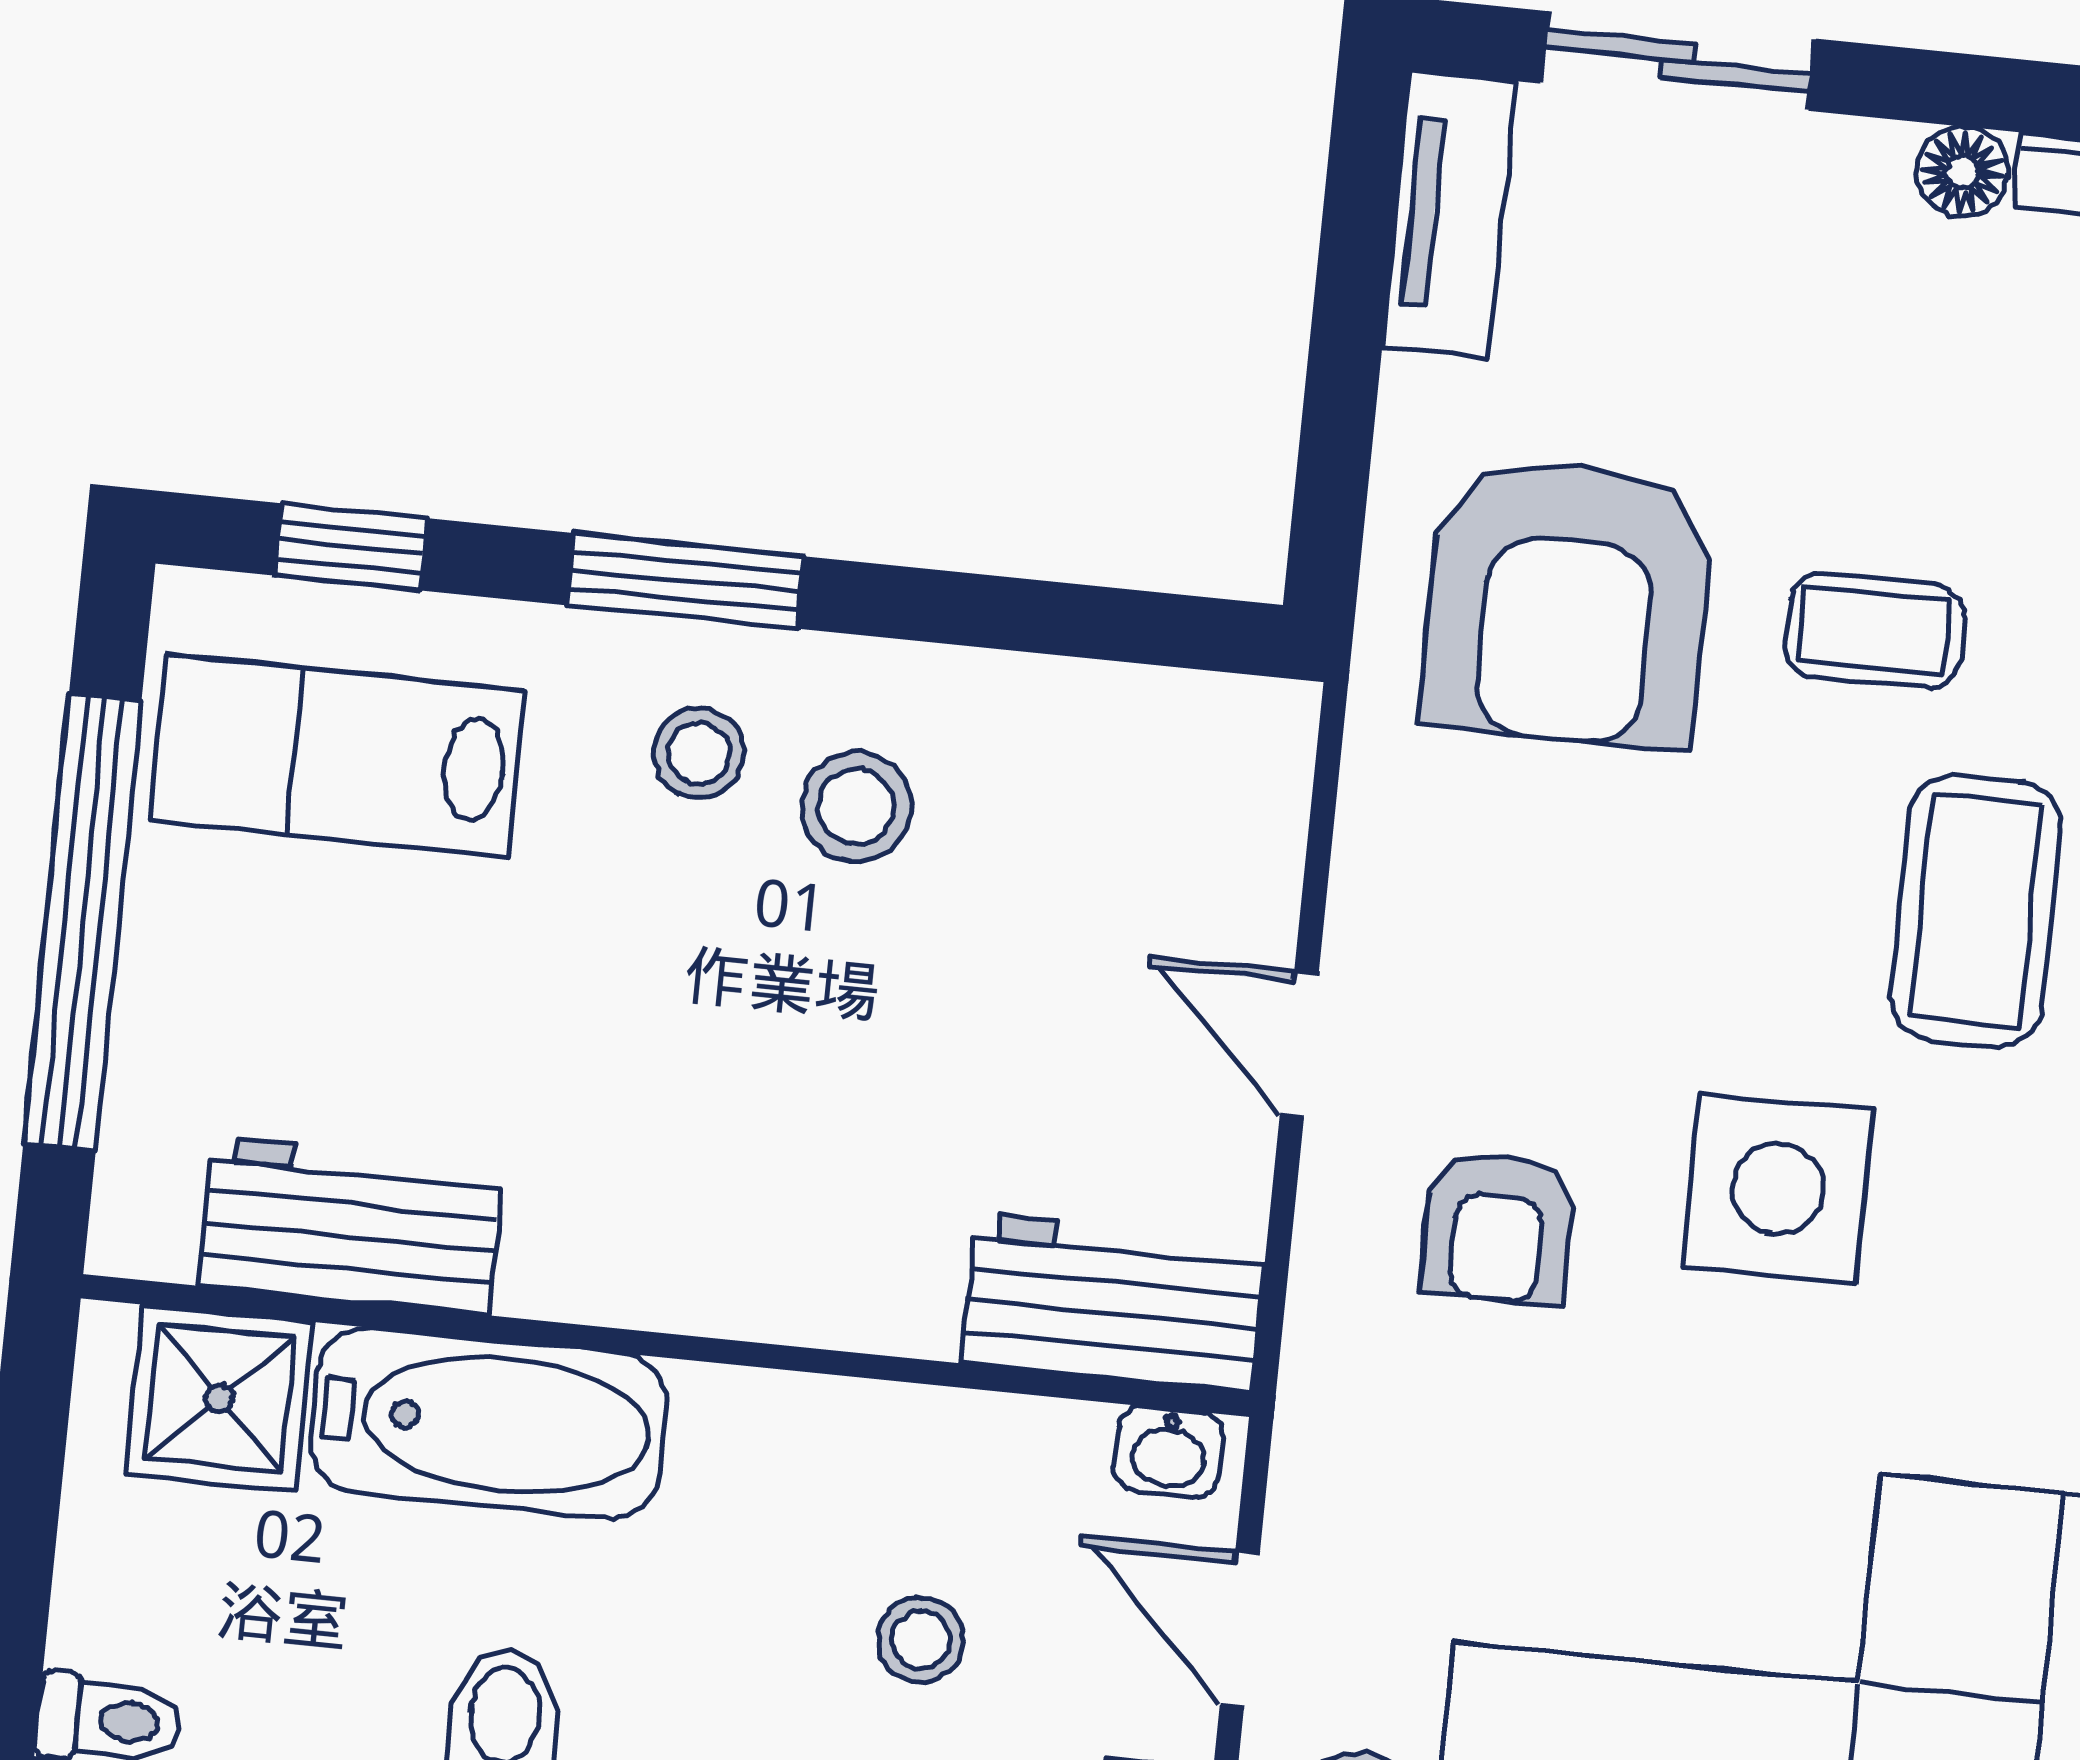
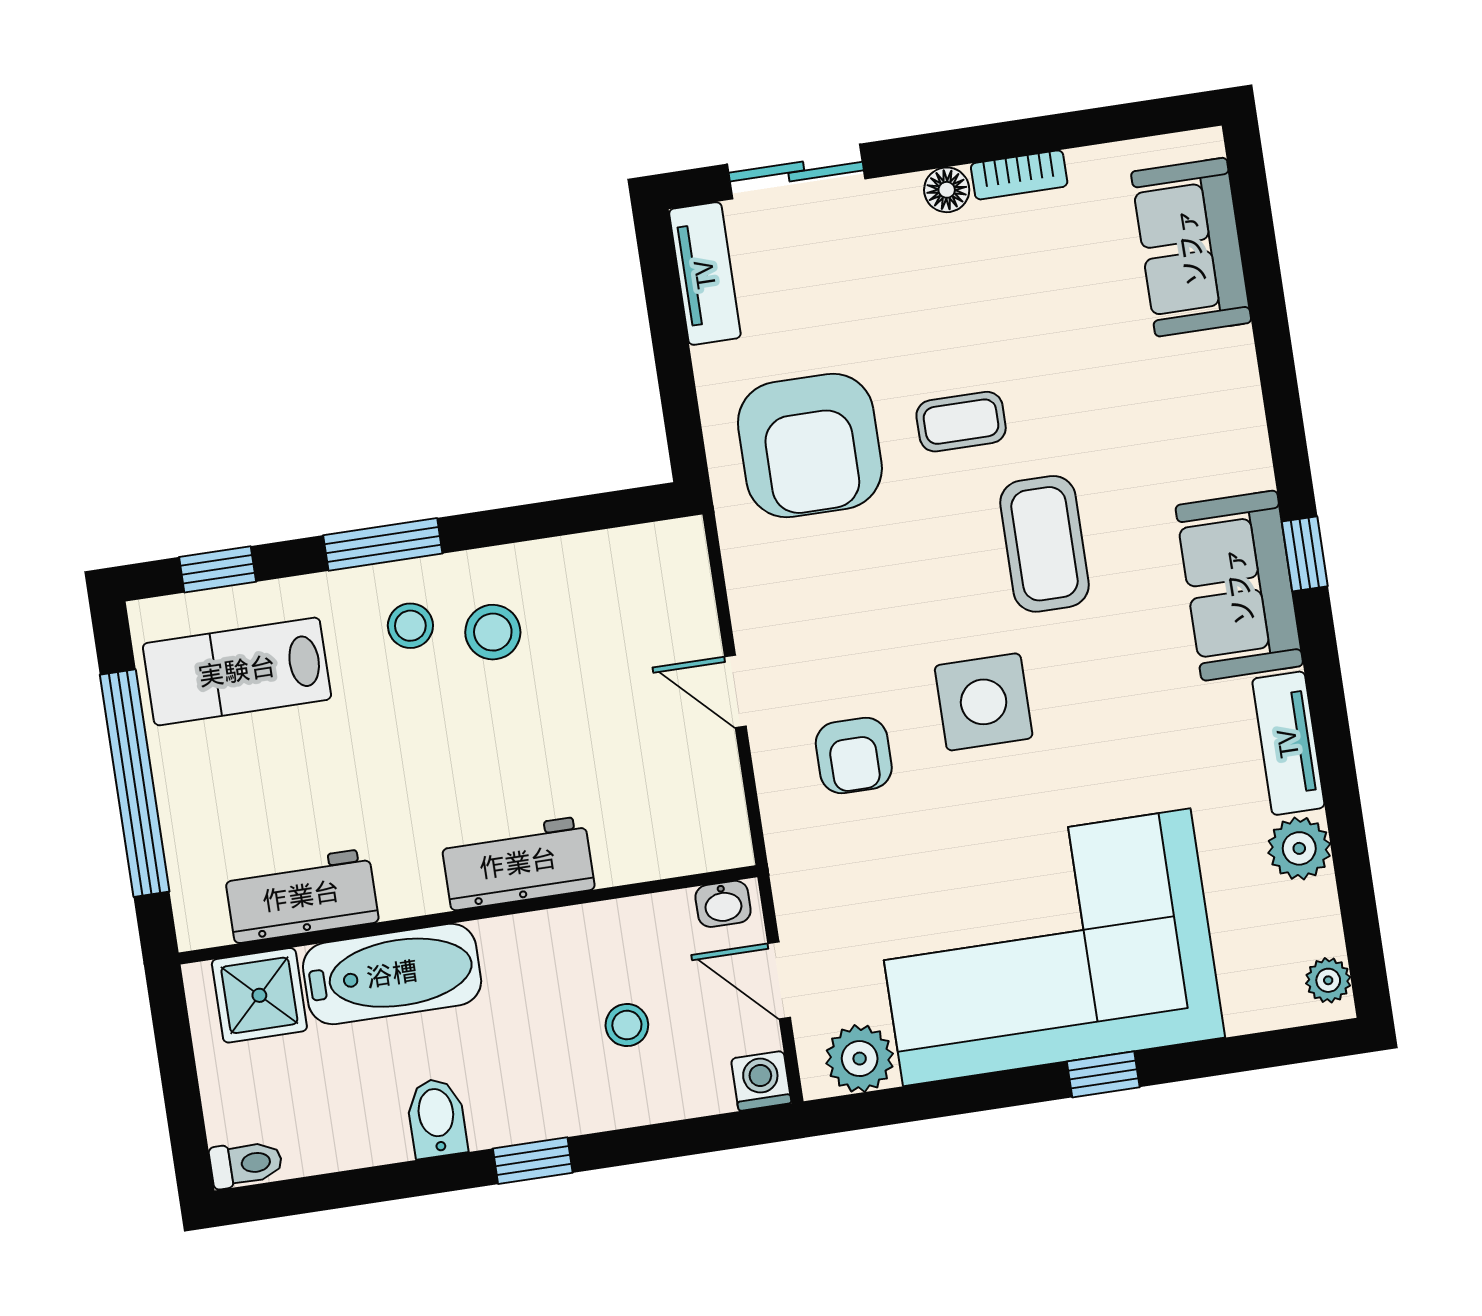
workbench: (1114, 1303) -> (518, 863), moved

